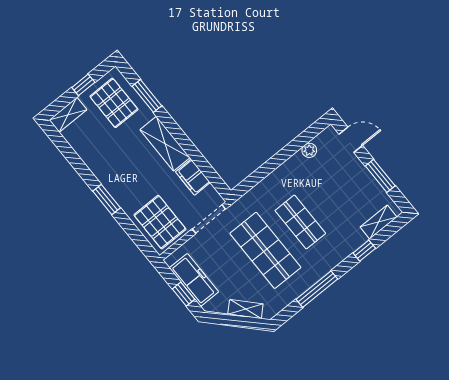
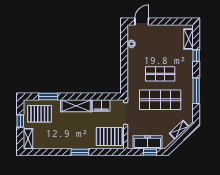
window: (380, 176) -> (169, 22), removed

